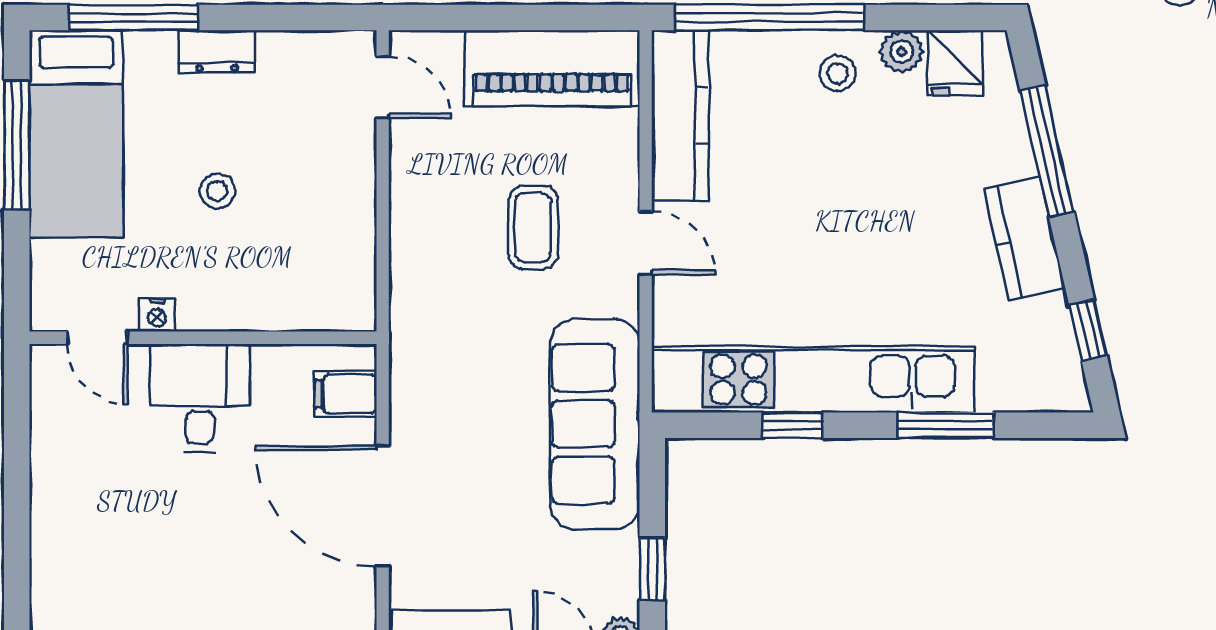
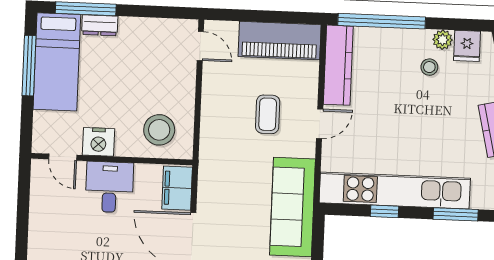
dresser: (217, 52) -> (100, 25), moved
stool: (838, 73) -> (429, 67), moved
stool: (217, 191) -> (159, 130), moved, width x1.89, depth x1.89
door: (646, 243) -> (320, 124), hinge flipped
nightstand: (157, 315) -> (98, 142), width x1.89, depth x1.79
filing cabinet: (346, 394) -> (177, 188), width x2.00

